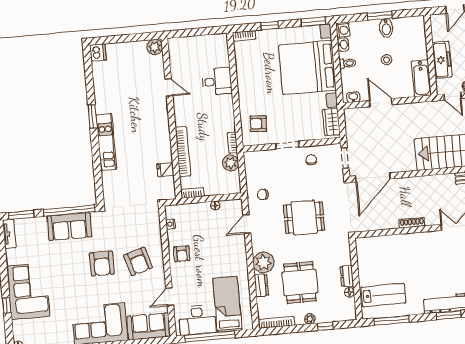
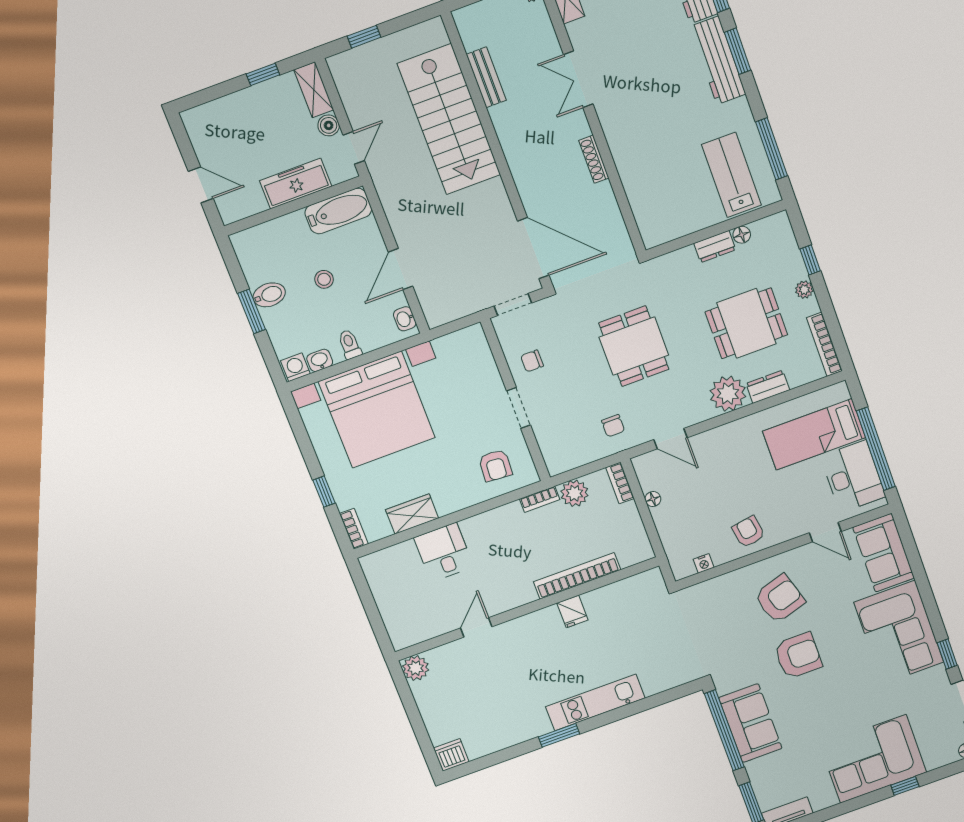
window: (313, 22) -> (296, 421), removed
wardrobe: (331, 122) -> (412, 514), moved, turned 180
fridge: (165, 170) -> (572, 612), moved
bookcase: (193, 193) -> (620, 483), moved
armchair: (182, 254) -> (748, 532), turned -99

